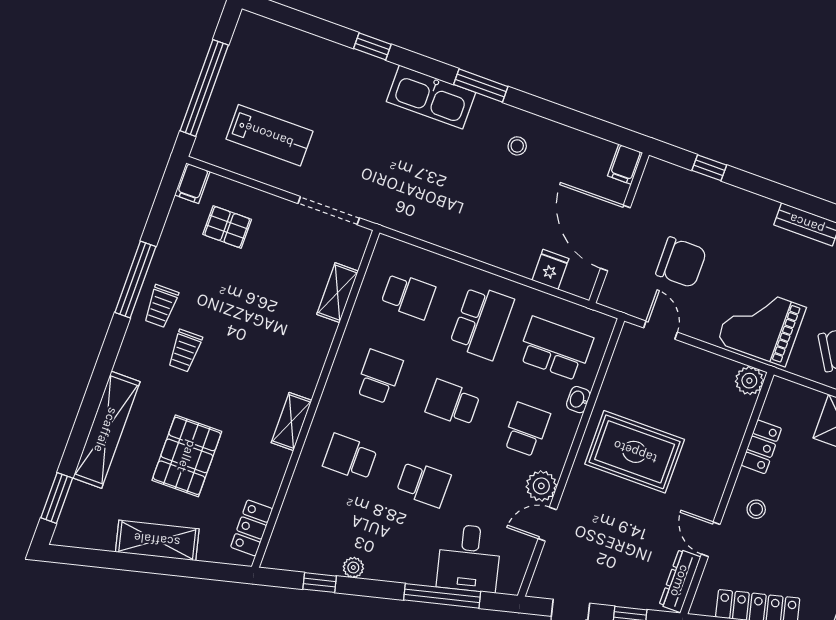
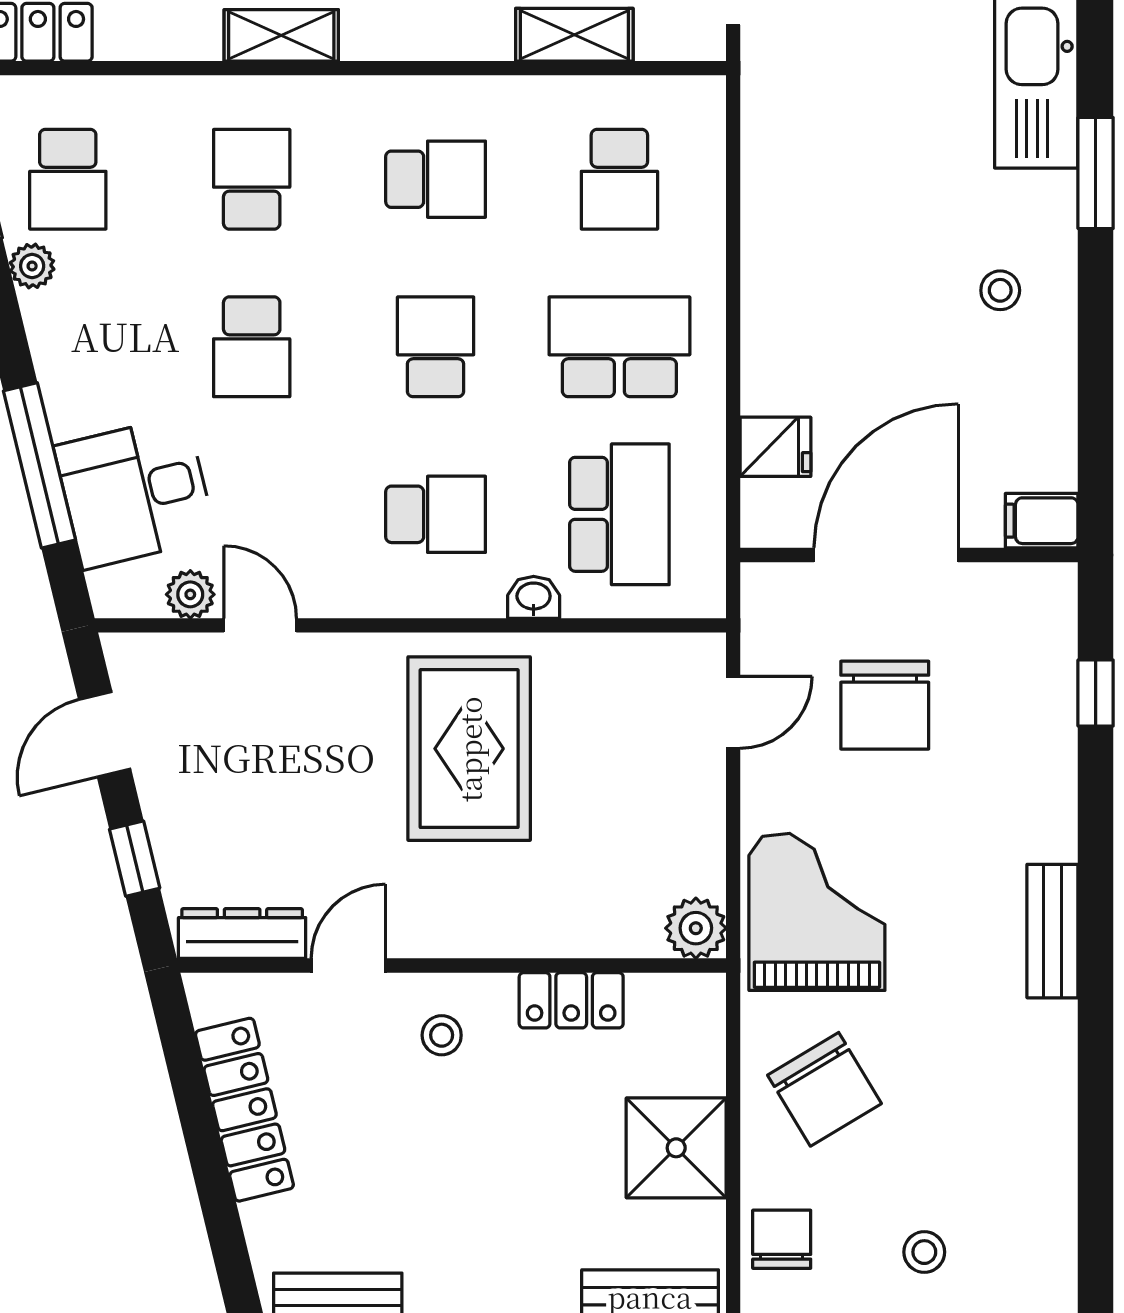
school desk: (482, 322) -> (619, 347), turned 180
plant: (541, 486) -> (190, 594), moved, width x0.73, depth x0.73
school desk: (321, 538) -> (68, 179), added

